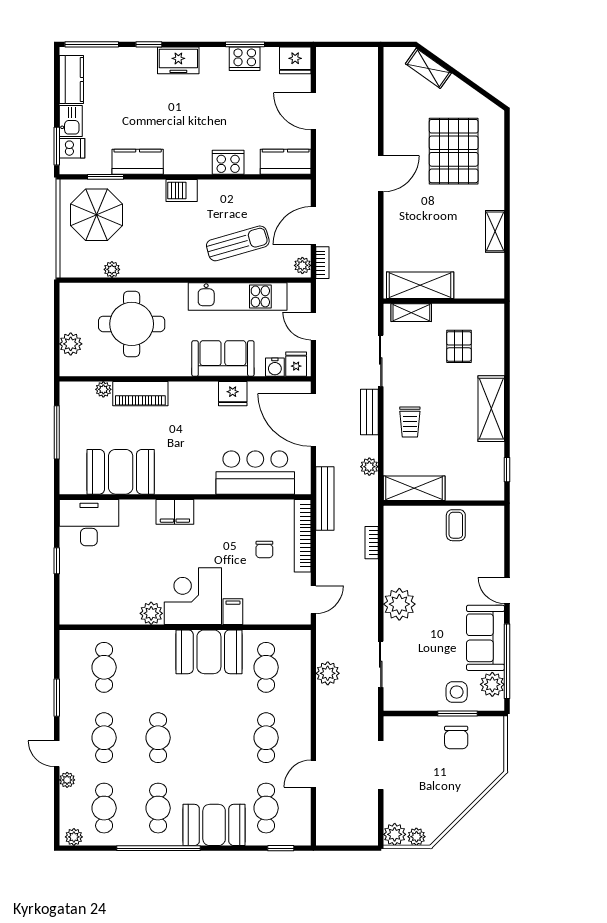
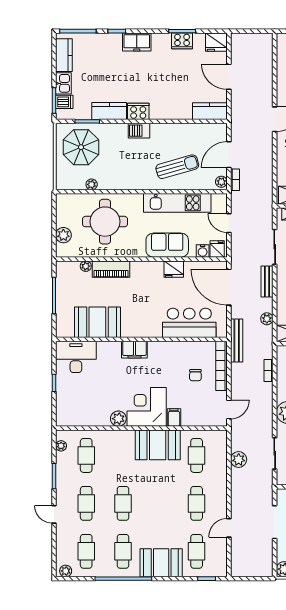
cooker: (228, 162) -> (138, 111), moved
plant: (67, 780) -> (61, 446), moved

